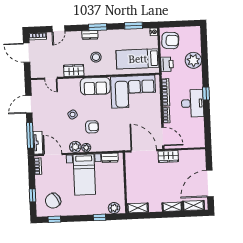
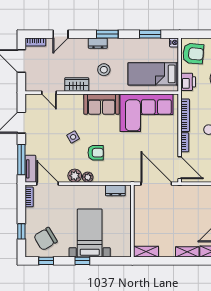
wardrobe: (168, 156) -> (185, 192), removed
bed with nightstands: (84, 175) -> (90, 233), moved, turned 180
plant: (114, 208) -> (118, 250), removed
window: (99, 217) -> (82, 261), moved

